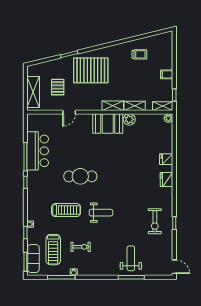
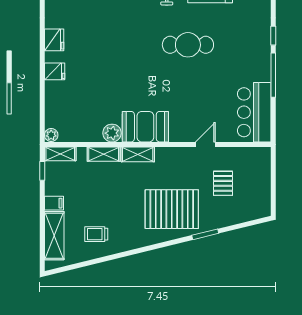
shelving: (33, 92) -> (54, 236), moved
bar counter: (38, 151) -> (254, 112), moved

